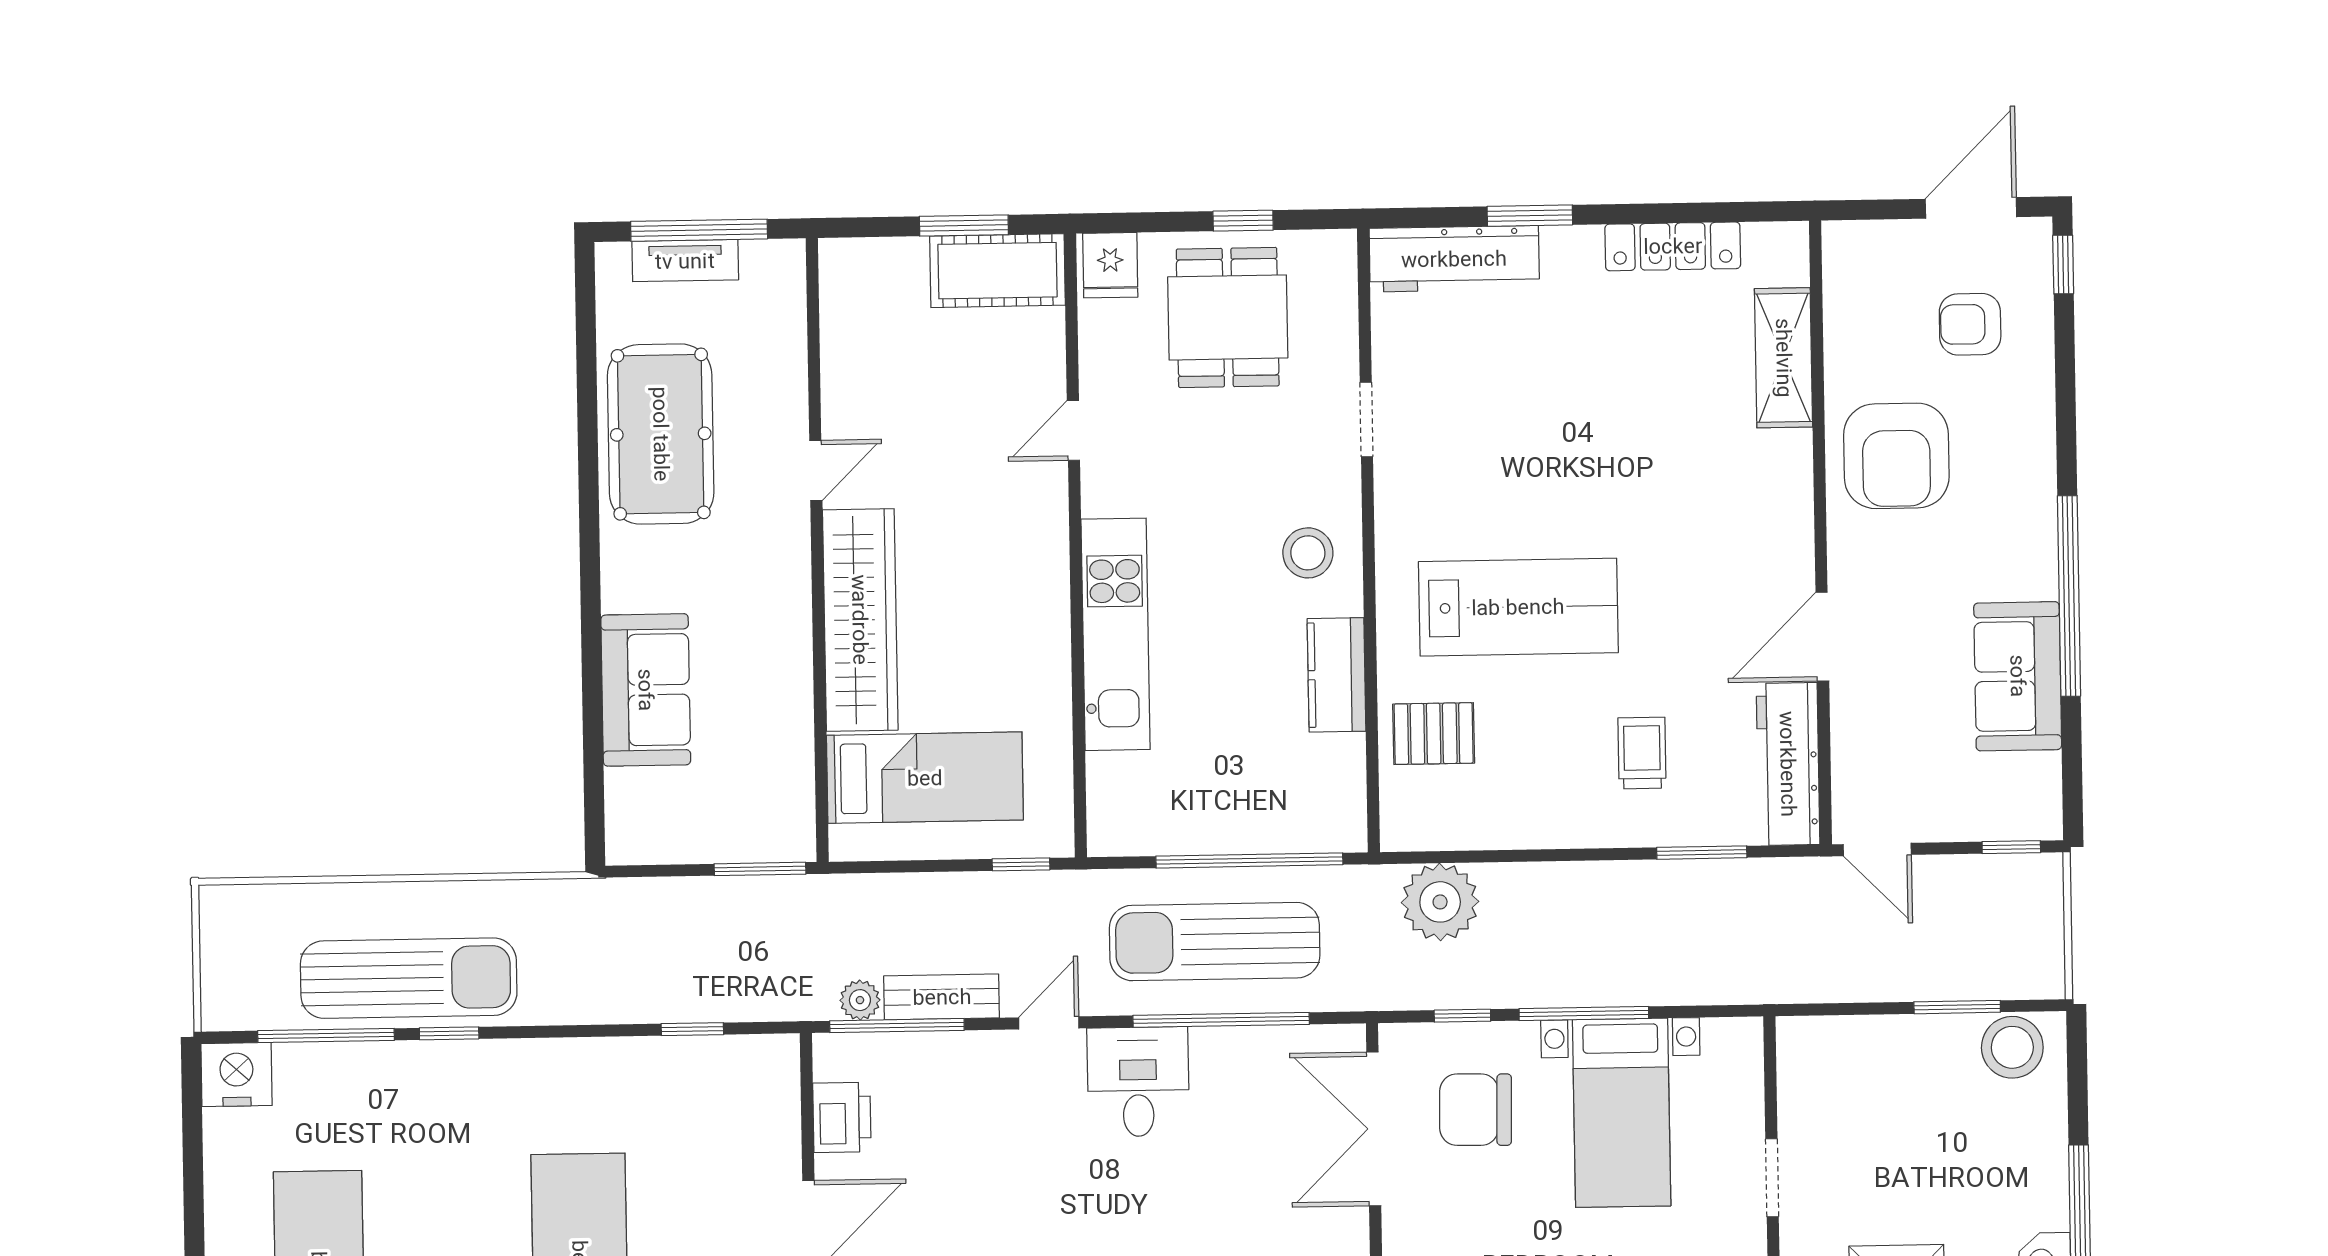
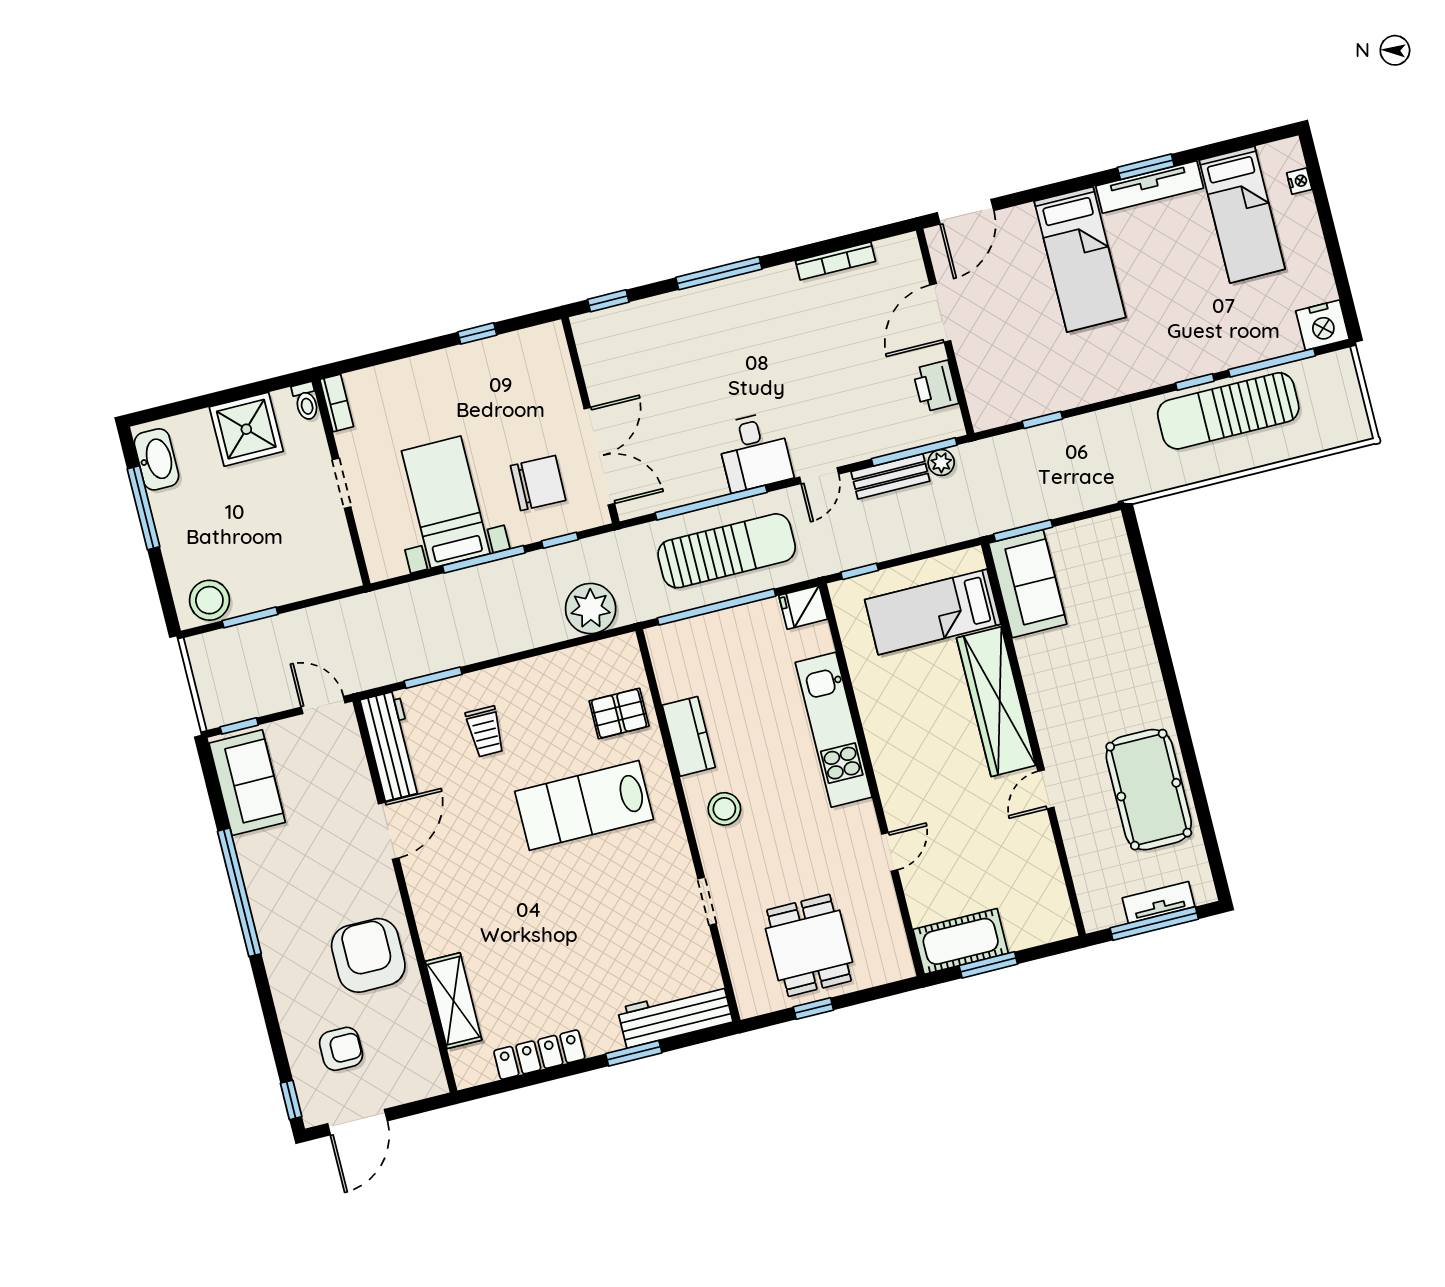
fridge: (1110, 265) -> (803, 607), moved, turned -90
sofa: (2018, 676) -> (247, 783), moved
sofa: (646, 690) -> (1028, 584), moved, turned 180

